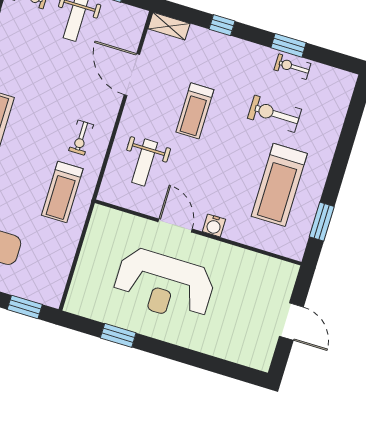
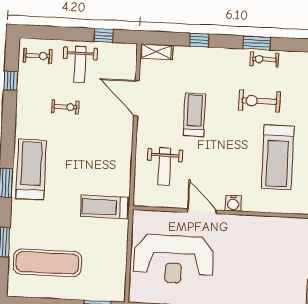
treadmill: (195, 111) -> (194, 115), turned 180
exercise bike: (81, 138) -> (65, 107), moved, turned -90
treadmill: (62, 192) -> (104, 207), turned 90
reception desk: (164, 285) -> (174, 259), moved

